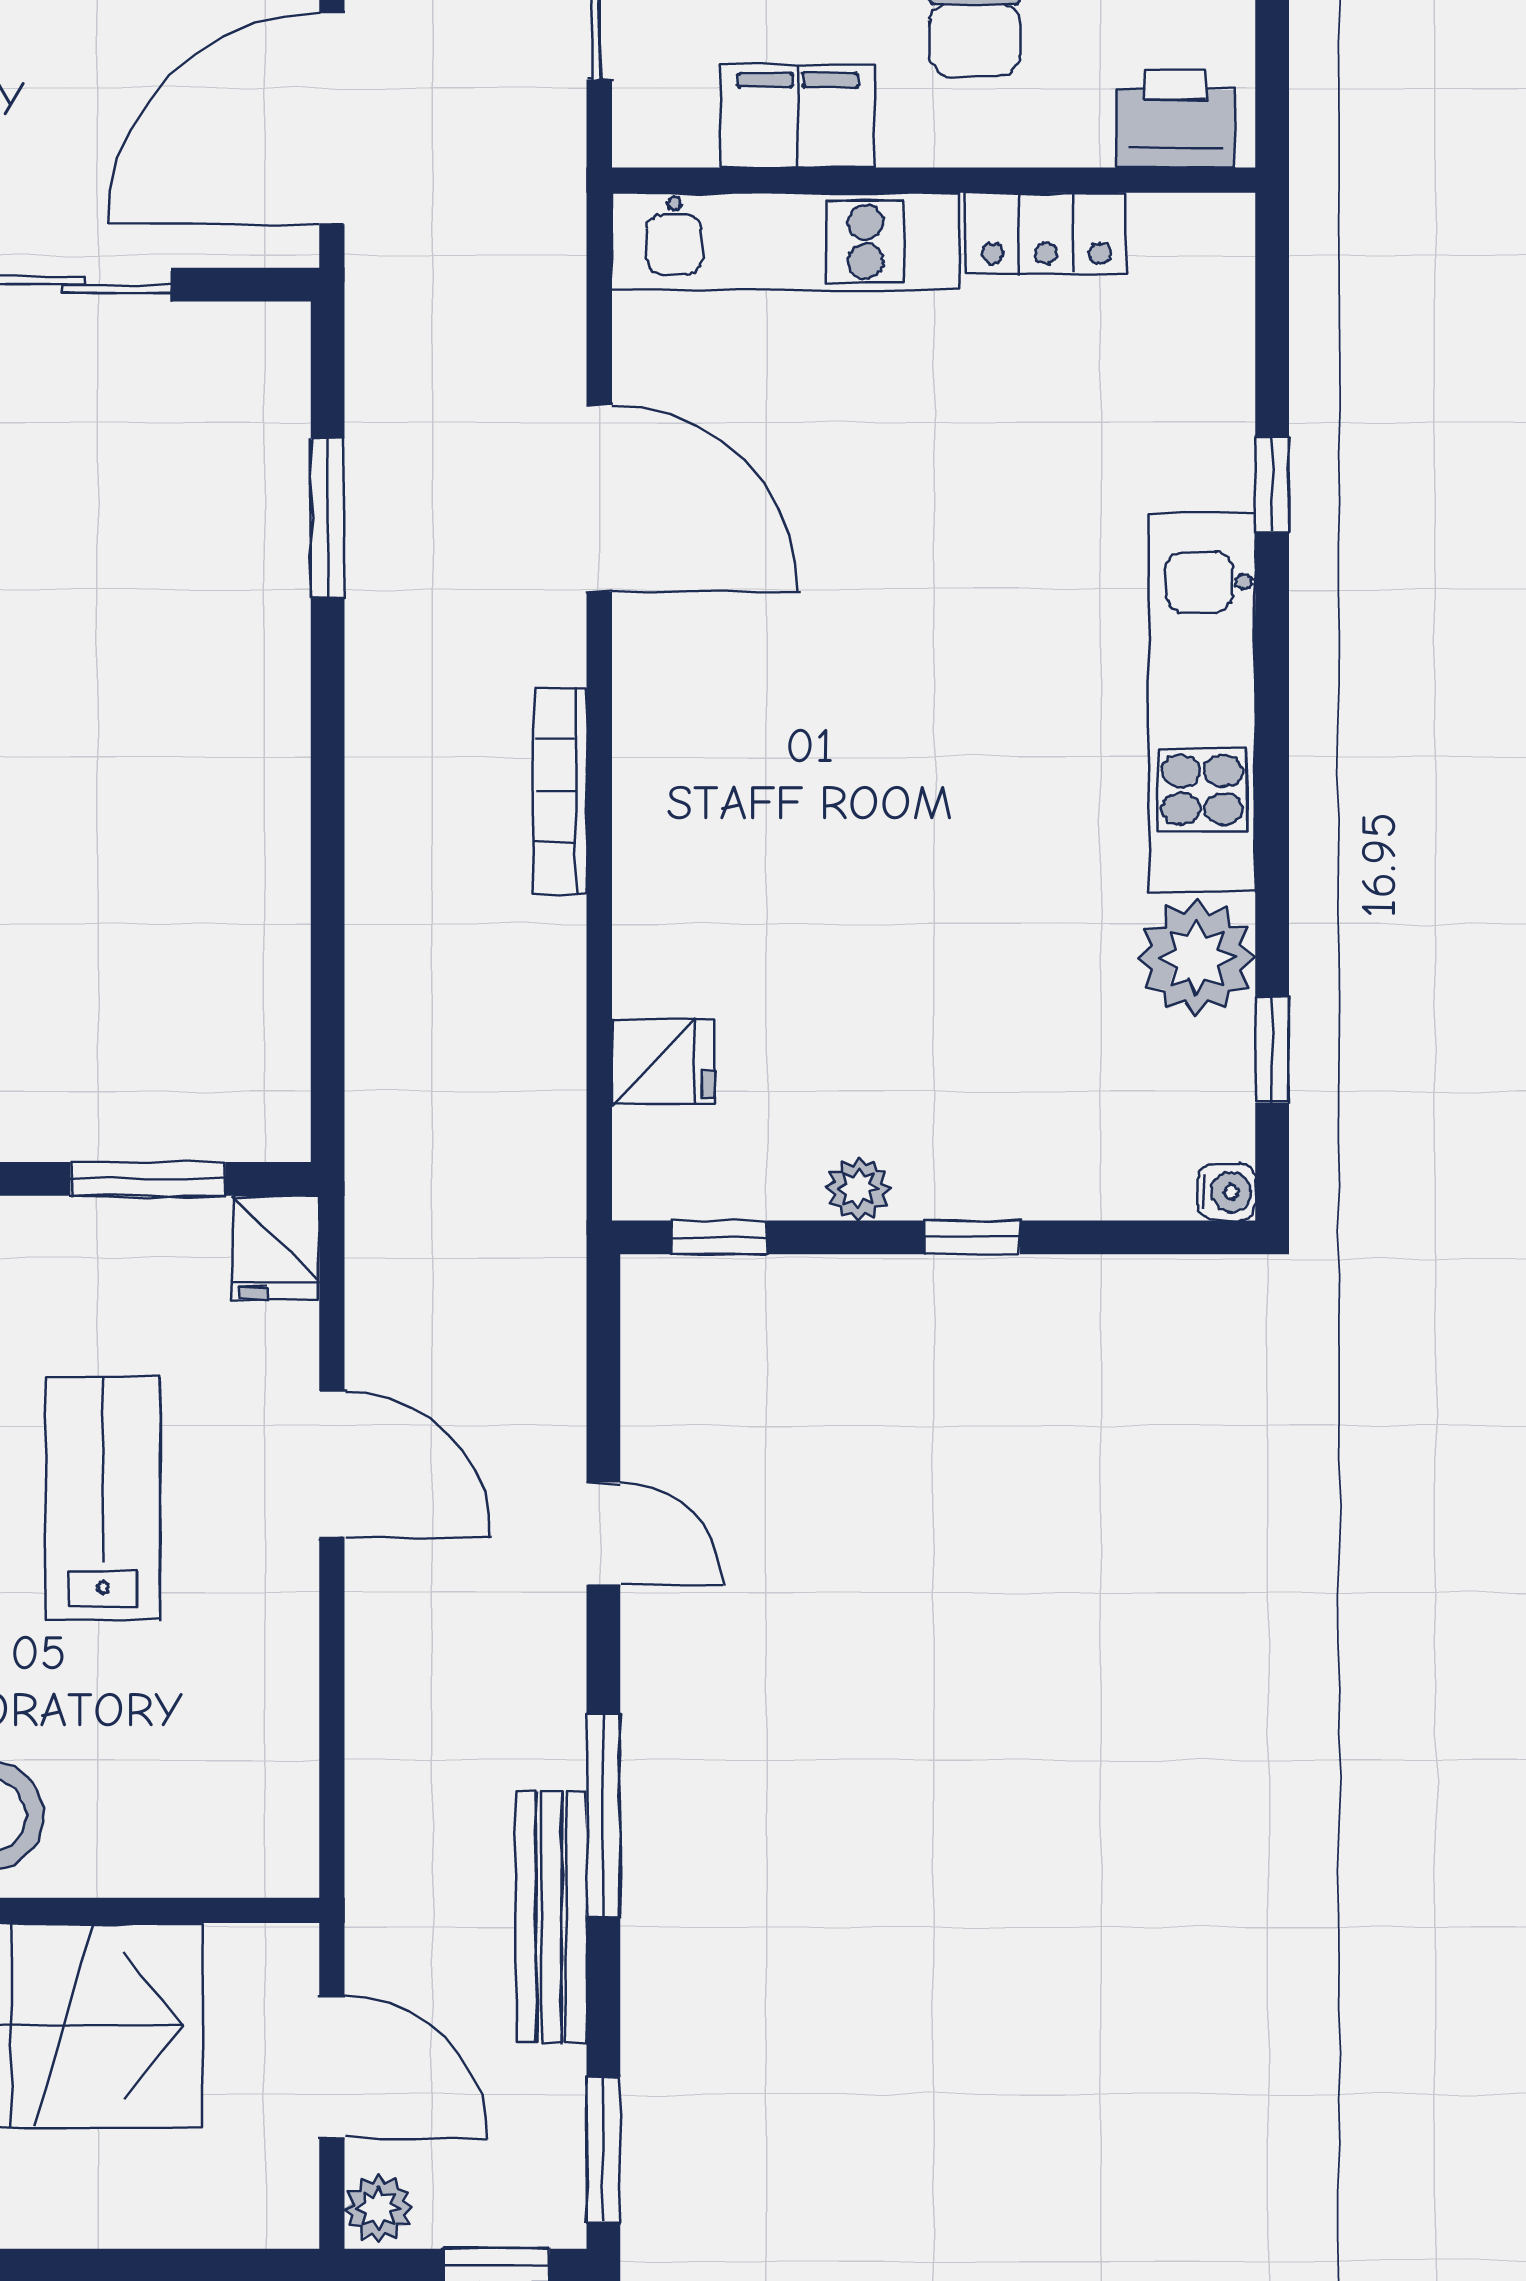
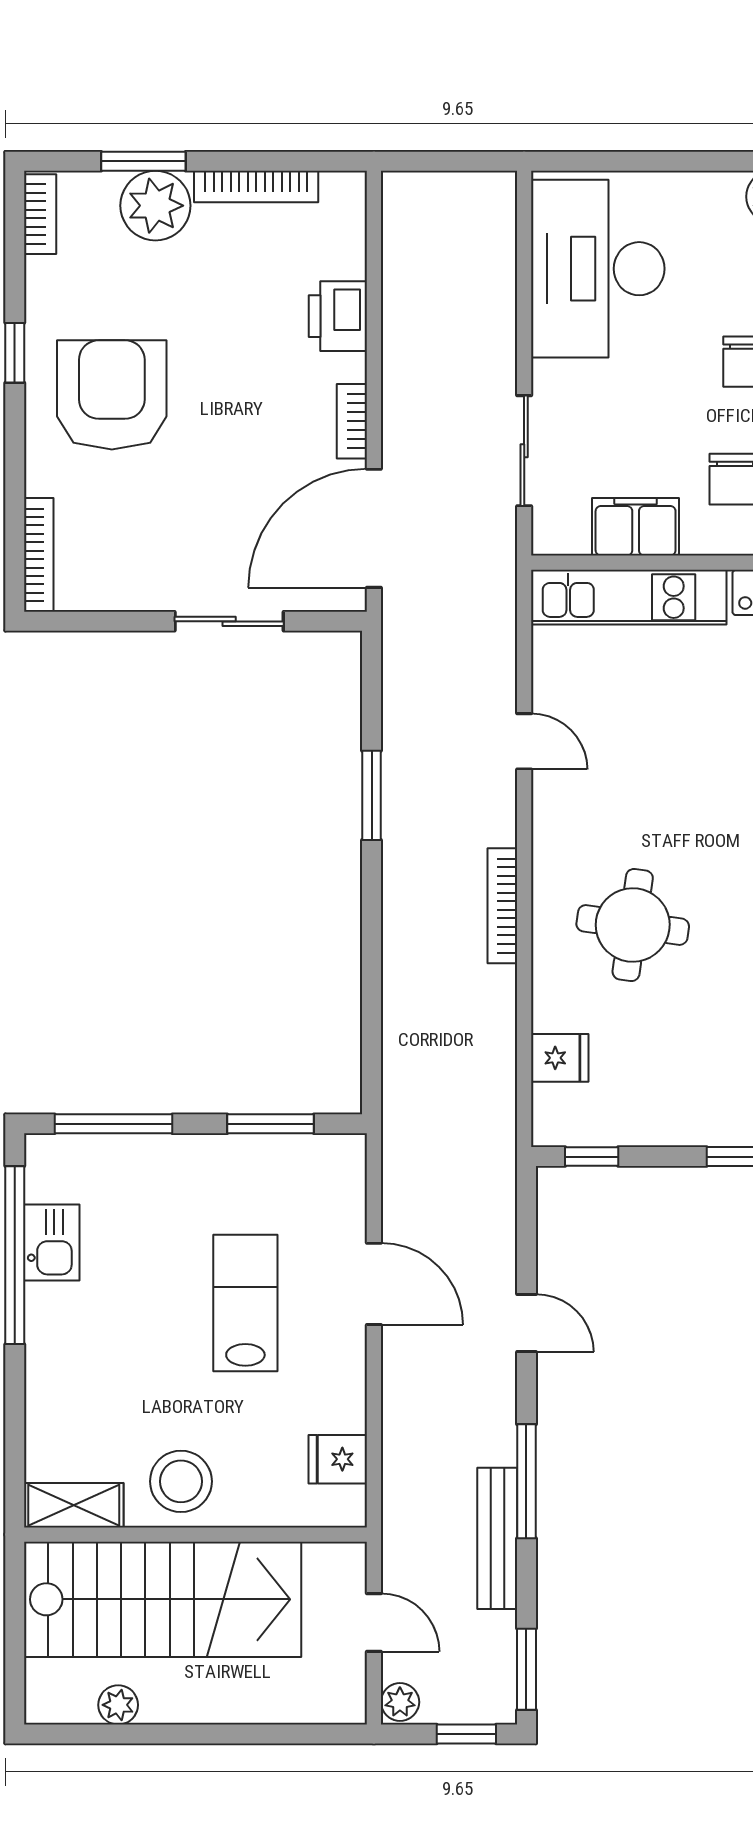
door: (599, 498) -> (524, 741), width x0.53
window: (328, 518) -> (372, 795), moved
round table: (792, 825) -> (633, 925), added
plant: (858, 1189) -> (670, 1129), removed
fridge: (276, 1248) -> (338, 1459), moved, turned 90
door: (332, 2067) -> (374, 1622), width x0.73

